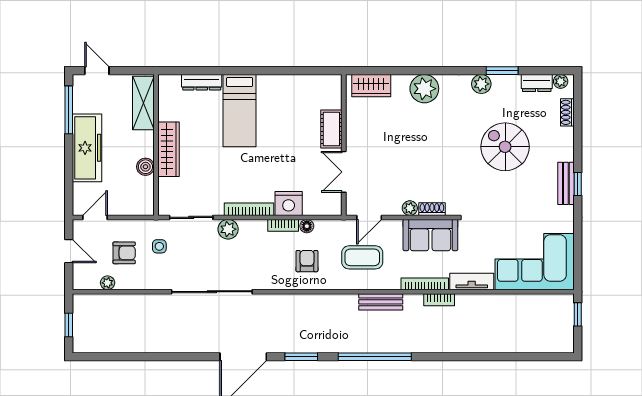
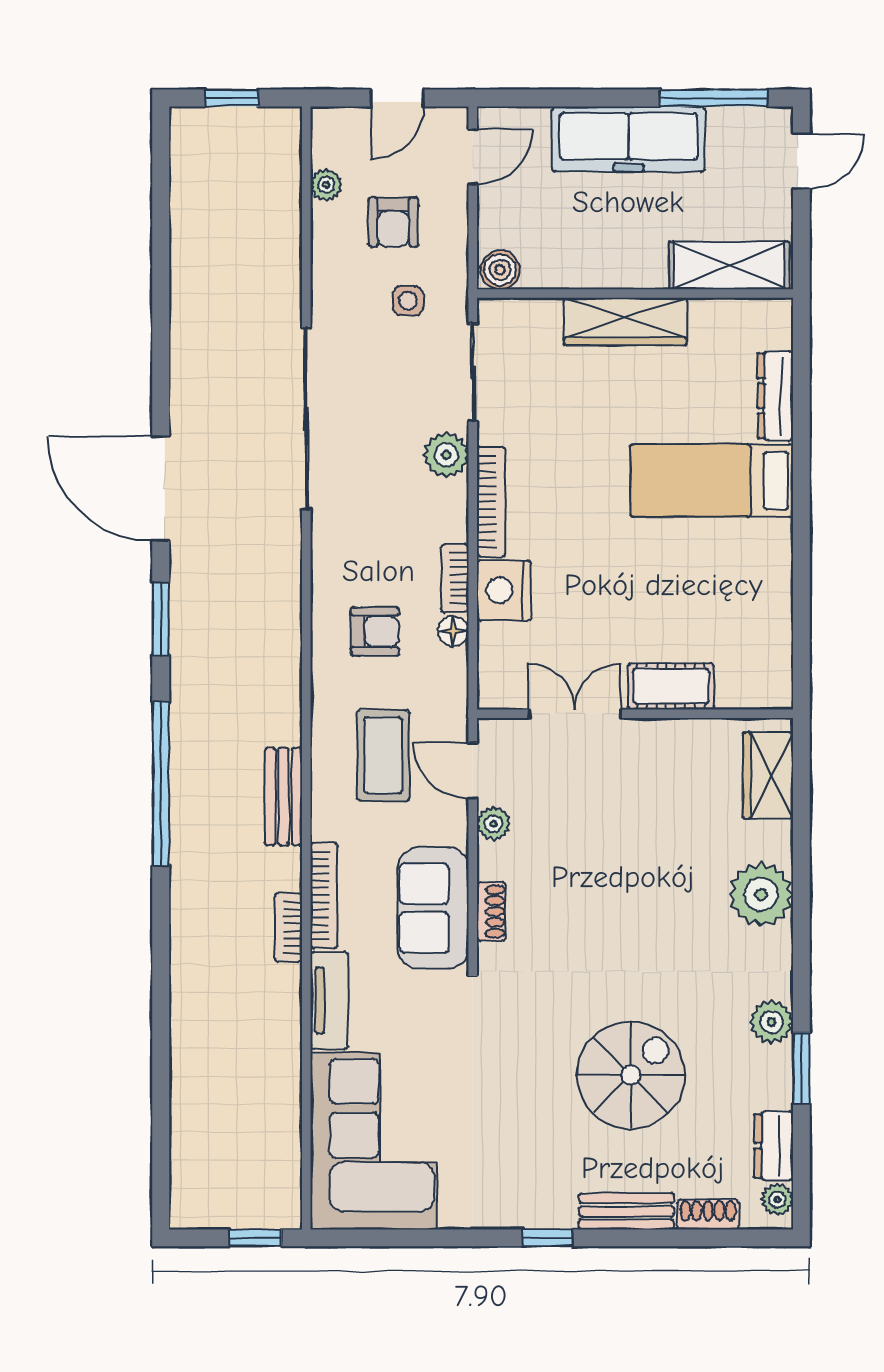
boiler: (145, 167) -> (500, 270), moved
bench: (566, 183) -> (626, 1211), moved
plant: (410, 208) -> (494, 824), moved
door: (95, 217) -> (473, 157), hinge flipped

